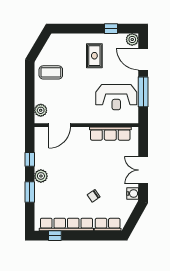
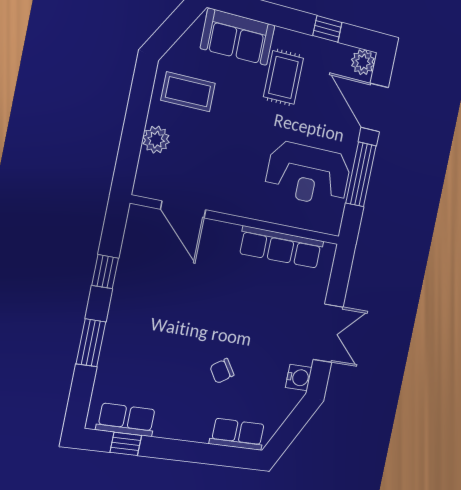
sofa: (69, 43) -> (238, 37), added
plant: (41, 110) -> (156, 140), moved
door: (60, 125) -> (183, 209), hinge flipped
double door: (143, 170) -> (328, 333), swing flipped
plant: (41, 176) -> (122, 312), removed
row of seats: (66, 225) -> (126, 420), width x0.50

